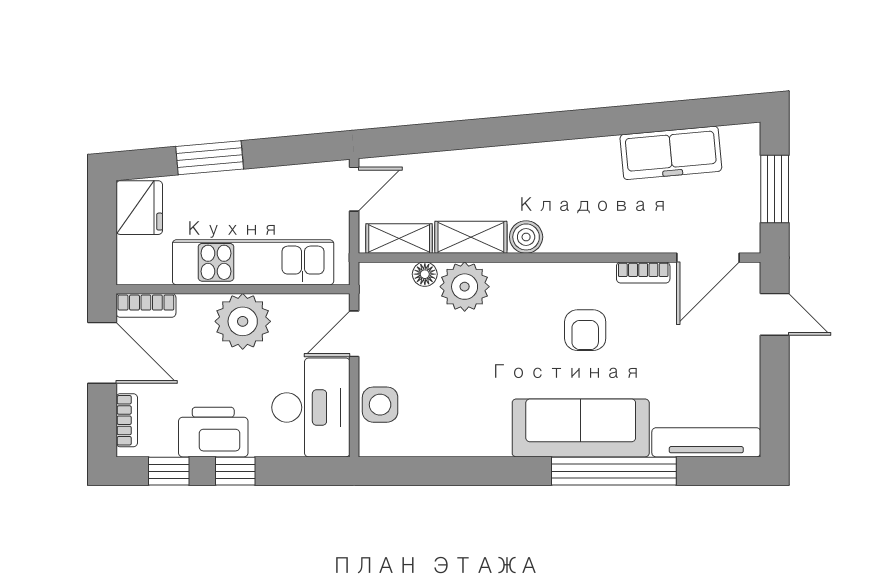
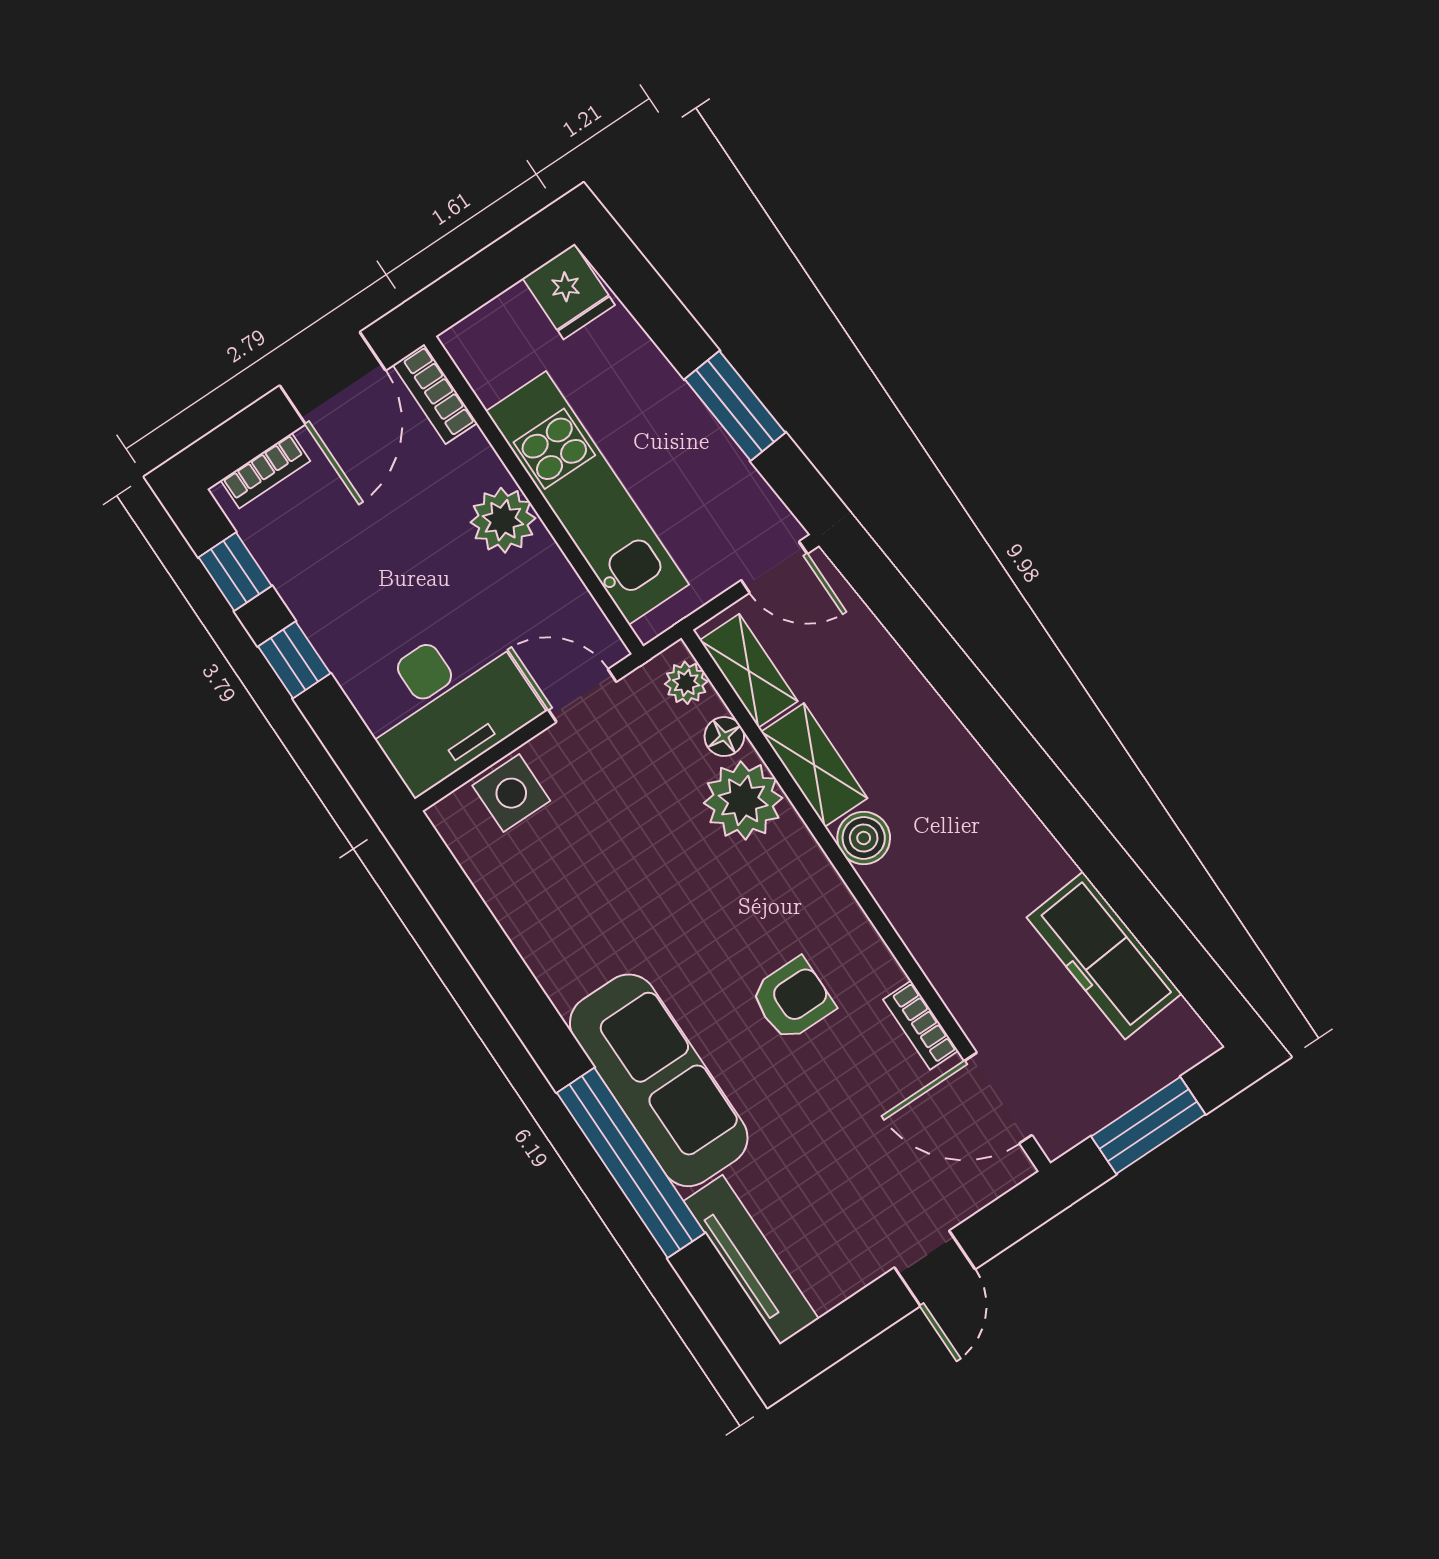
window: (210, 158) -> (735, 406), moved
fridge: (139, 208) -> (569, 292), width x0.72
plant: (384, 275) -> (686, 683), added
door: (775, 314) -> (935, 1268), moved
plant: (243, 321) -> (503, 520), width x0.73, depth x0.73
armchair: (585, 330) -> (793, 999), turned 180
printer: (213, 432) -> (326, 596), removed

